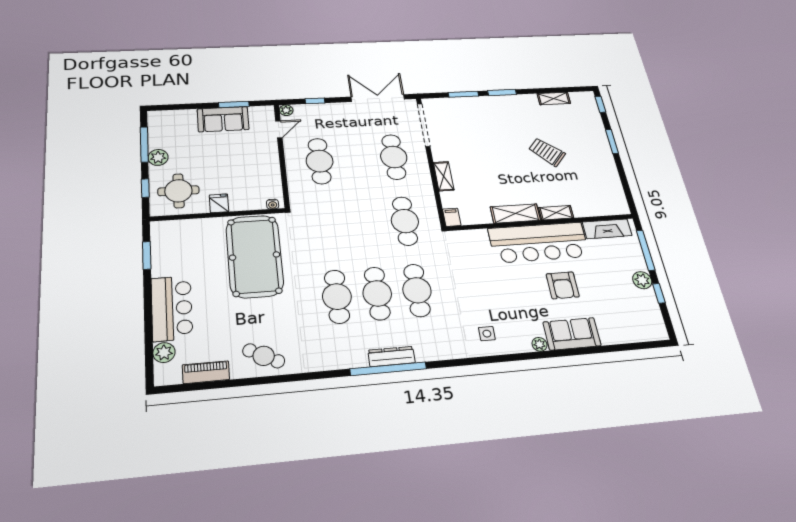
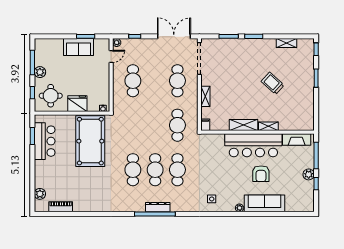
fridge: (219, 203) -> (77, 104), width x1.88, depth x1.34
bar counter: (172, 308) -> (45, 141), moved
sofa: (572, 334) -> (265, 203), width x1.36
cafe table: (264, 356) -> (91, 201), removed

